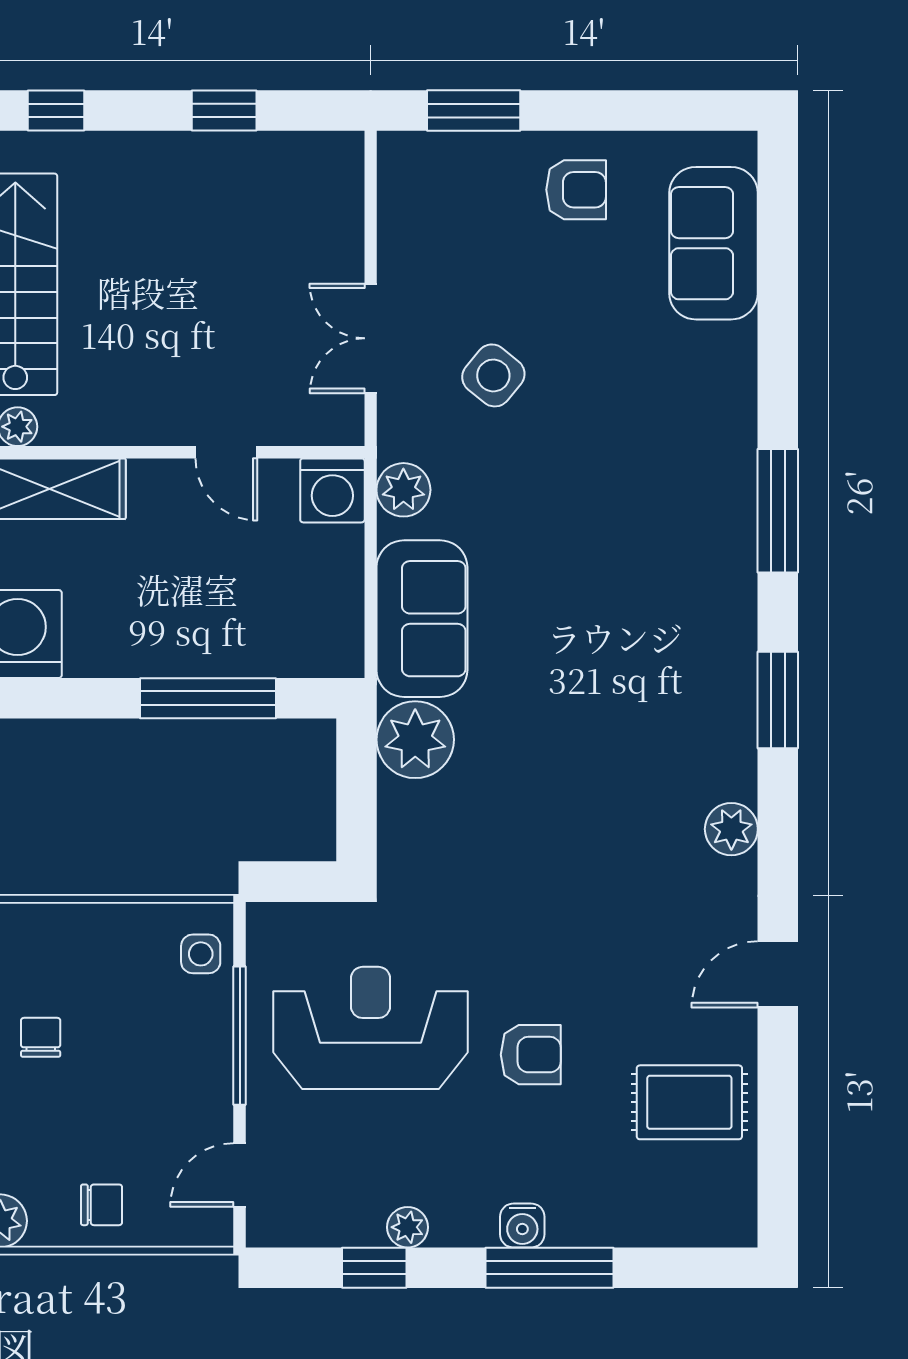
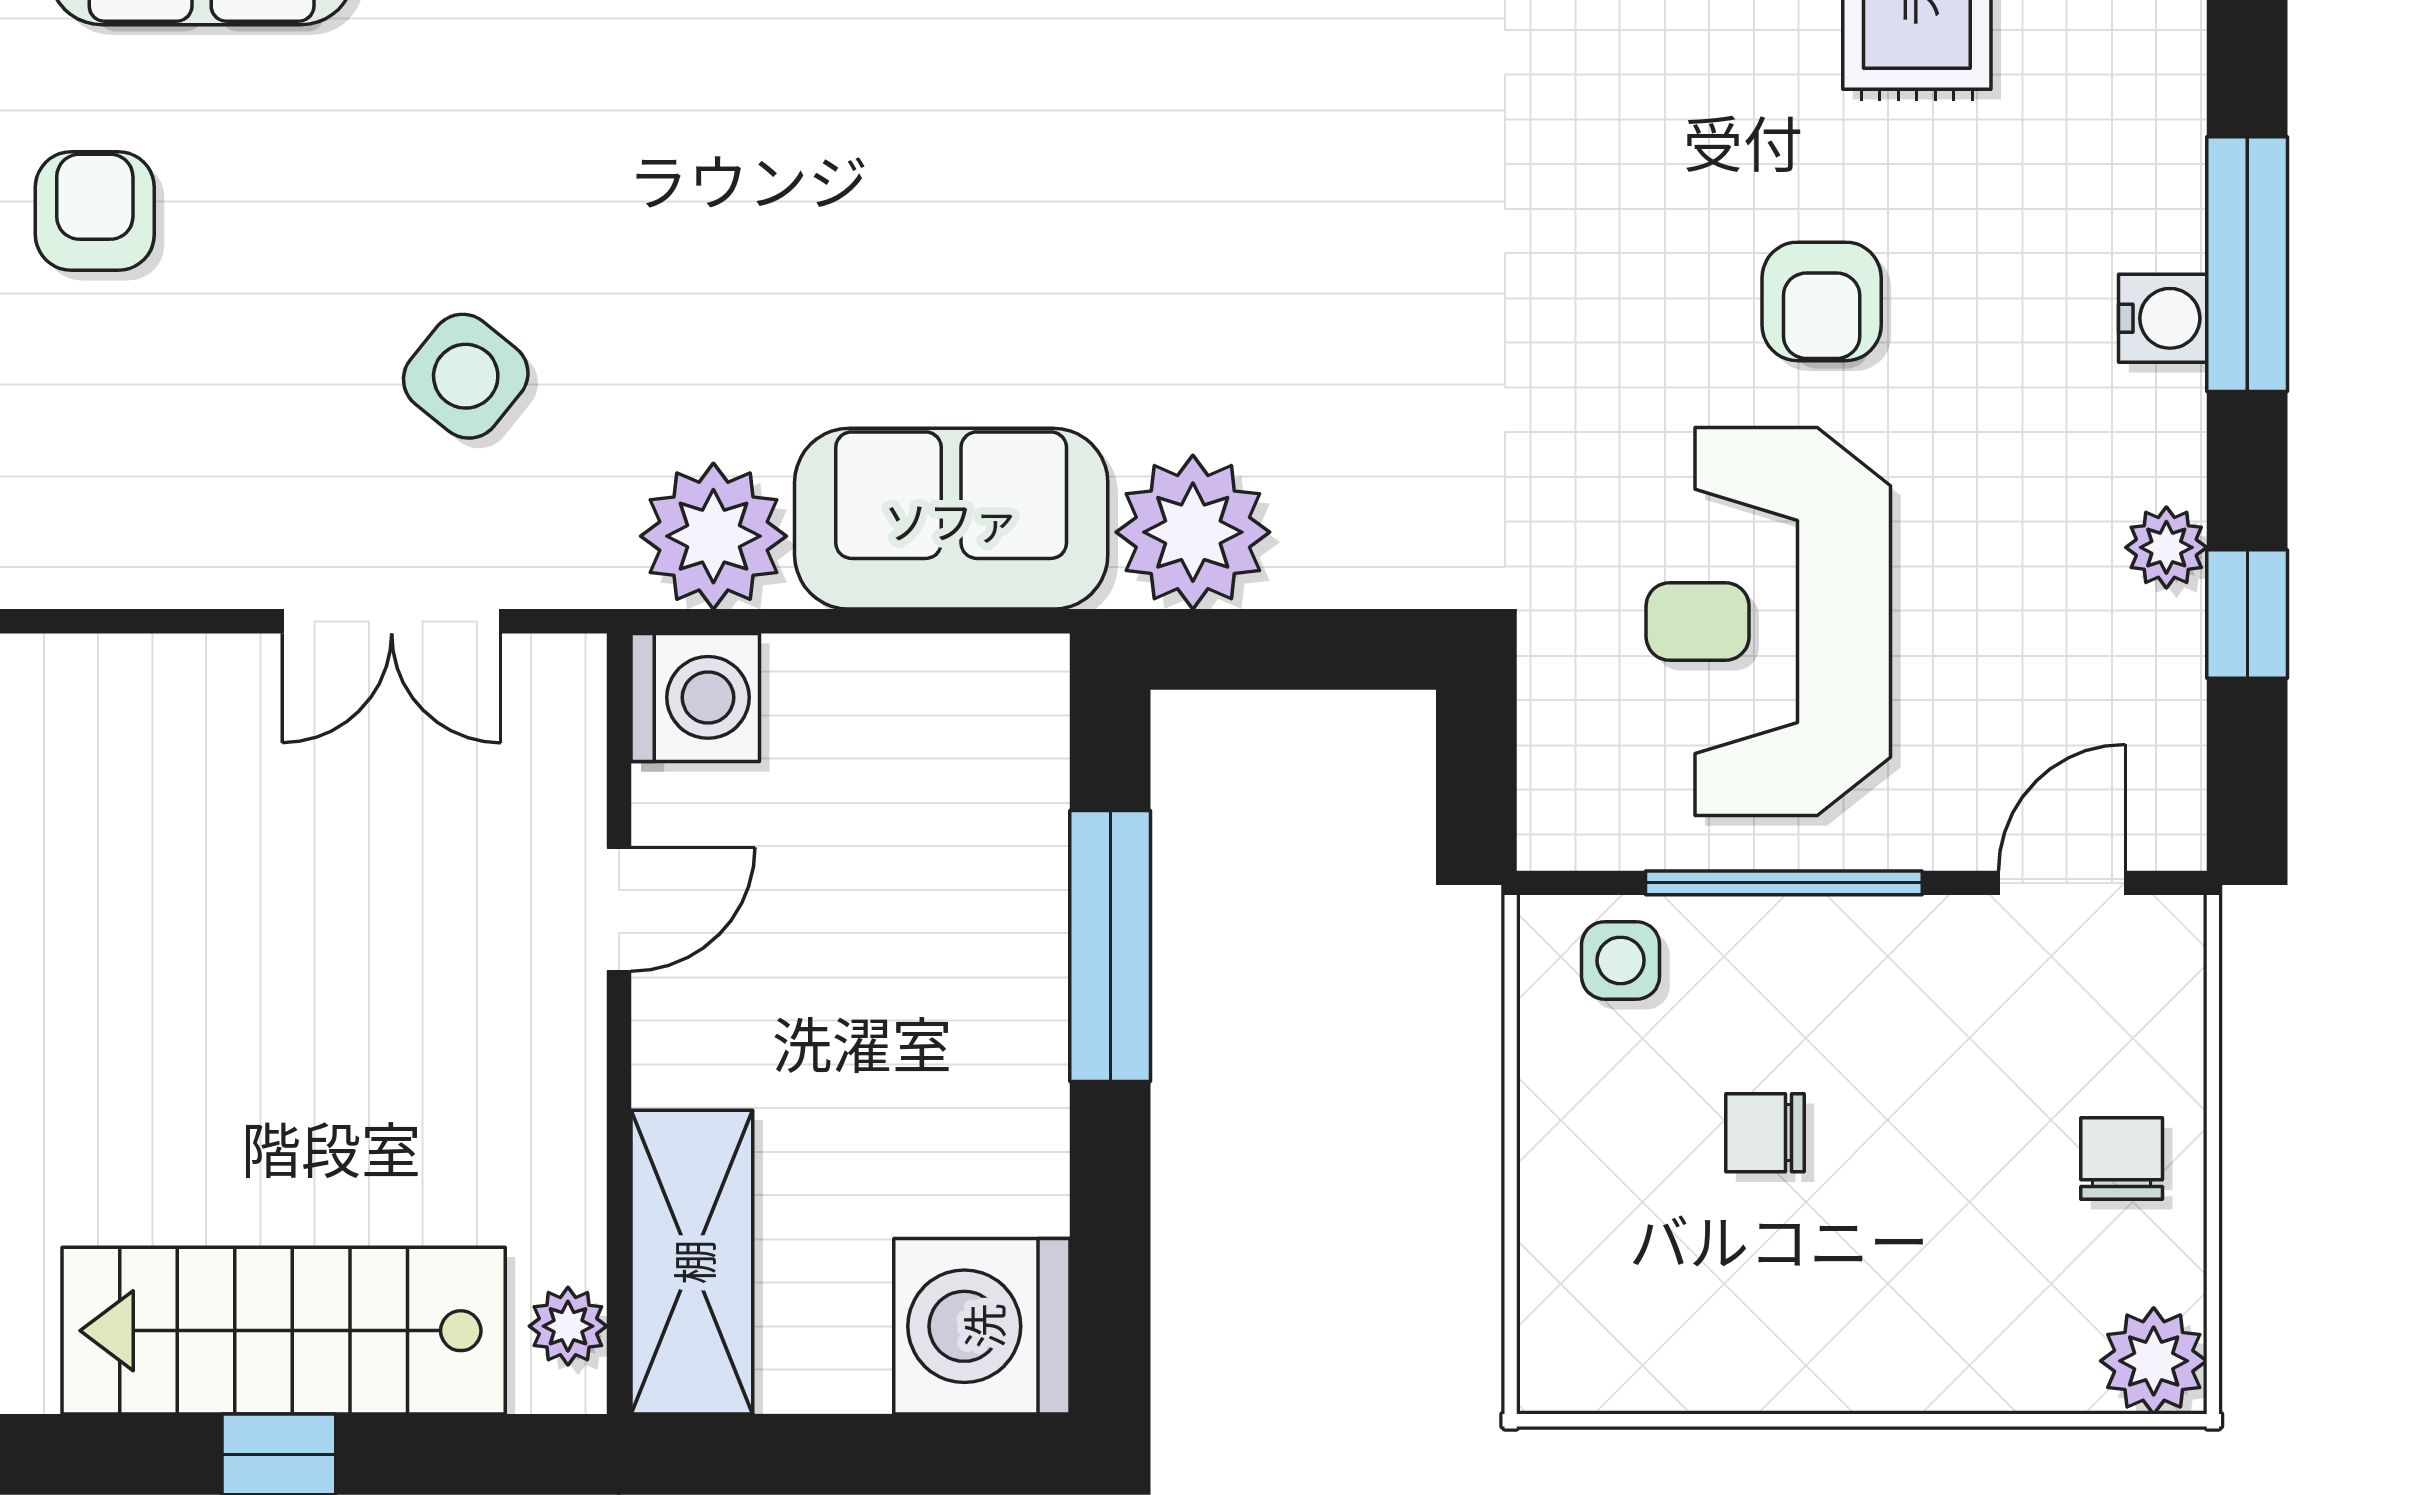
plant: (403, 490) -> (713, 536), width x1.36, depth x1.36
chair: (41, 1037) -> (1765, 1133), moved
armchair: (531, 1055) -> (1822, 301), turned 180
door: (240, 1175) -> (2062, 883), swing flipped

